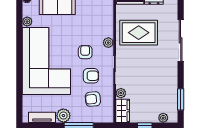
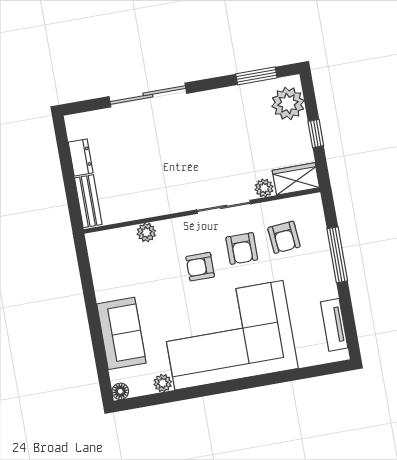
rug: (139, 33) -> (147, 175), removed
plant: (108, 43) -> (146, 232), moved
armchair: (91, 76) -> (242, 249), turned 180
plant: (63, 116) -> (324, 286), removed
plant: (163, 118) -> (288, 103), width x1.88, depth x1.88

